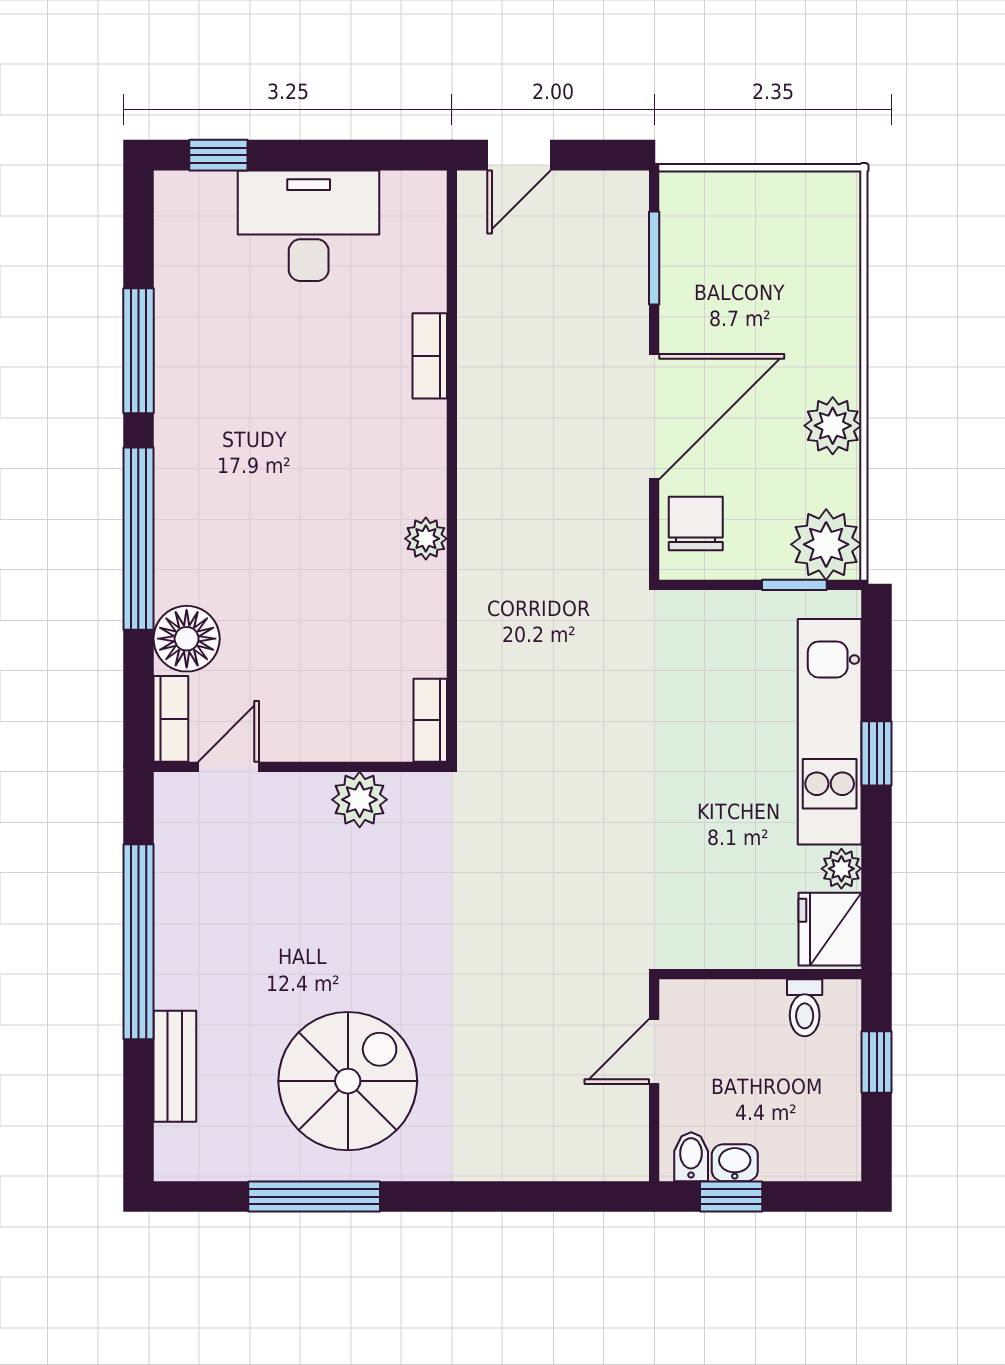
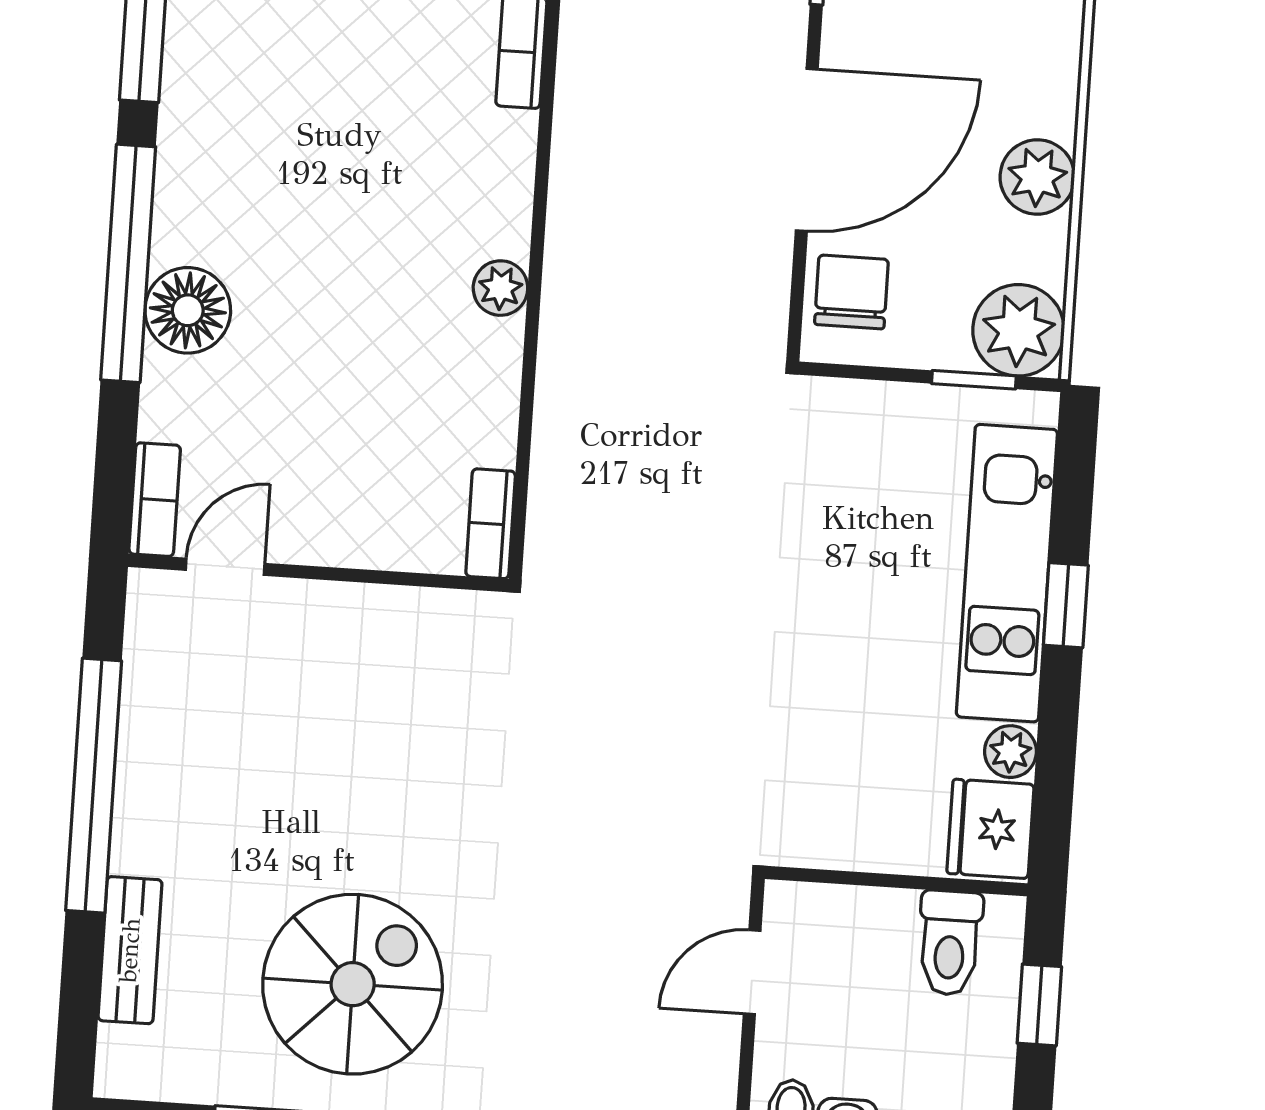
floor lamp: (187, 639) -> (188, 310), moved
plant: (360, 800) -> (392, 621), removed
toilet: (805, 1008) -> (950, 943), width x1.37, depth x1.39

